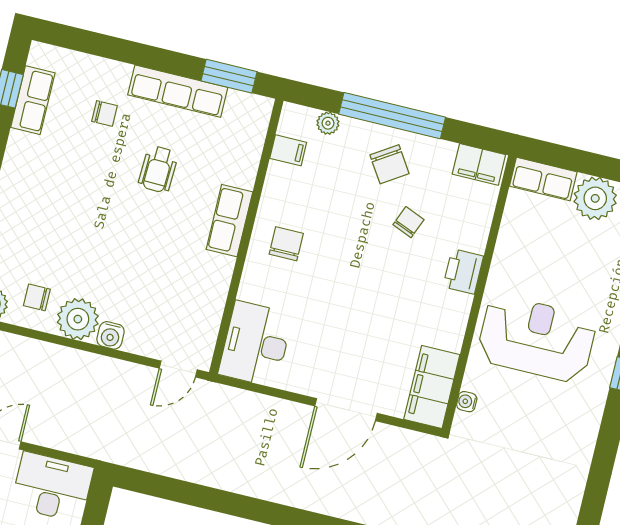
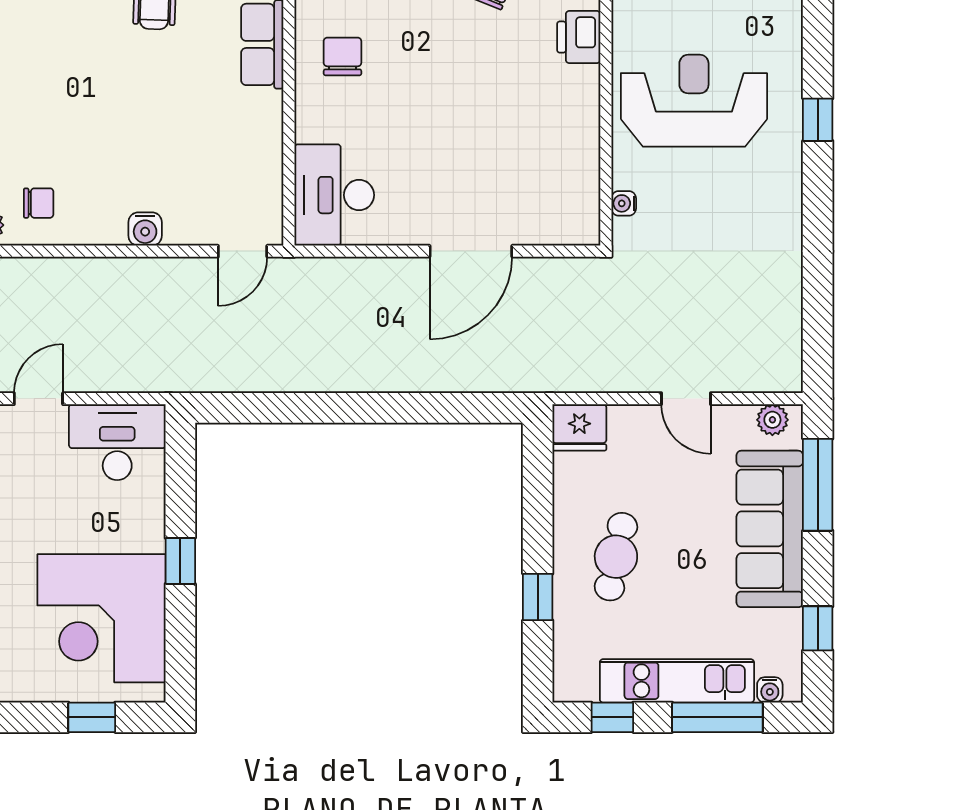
chair: (37, 297) -> (39, 203), turned 180
plant: (78, 319) -> (98, 218), removed
filing cabinet: (432, 387) -> (574, 195), removed

